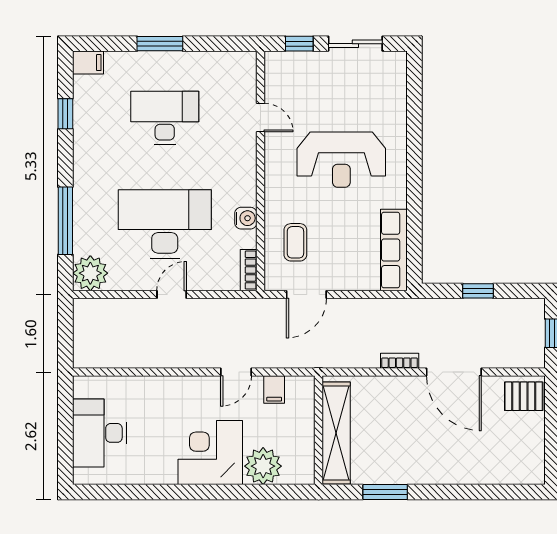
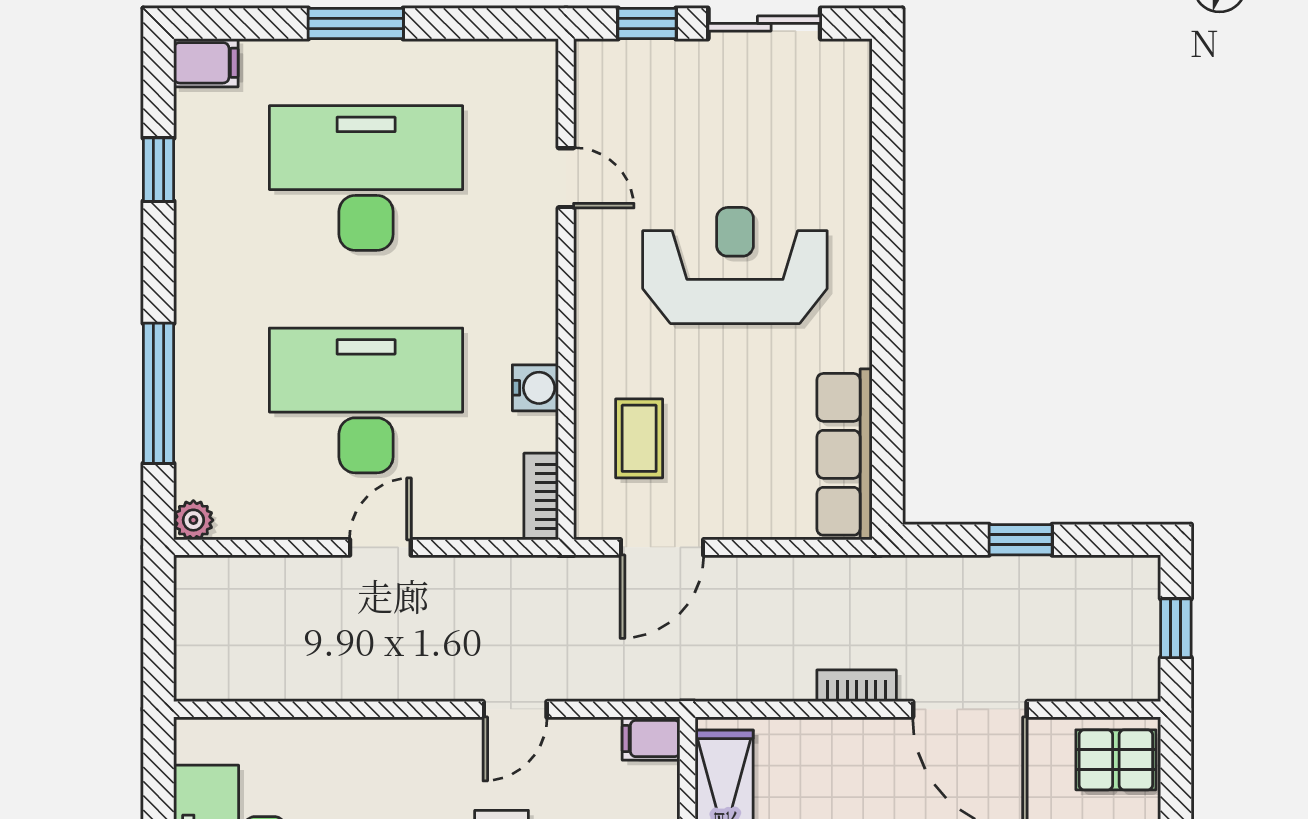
desk: (165, 118) -> (366, 178), width x1.36, depth x1.30
reception desk: (341, 160) -> (735, 265), turned 180
plant: (90, 273) -> (193, 520), width x0.53, depth x0.53
filing cabinet: (274, 389) -> (651, 739), moved, turned 90

